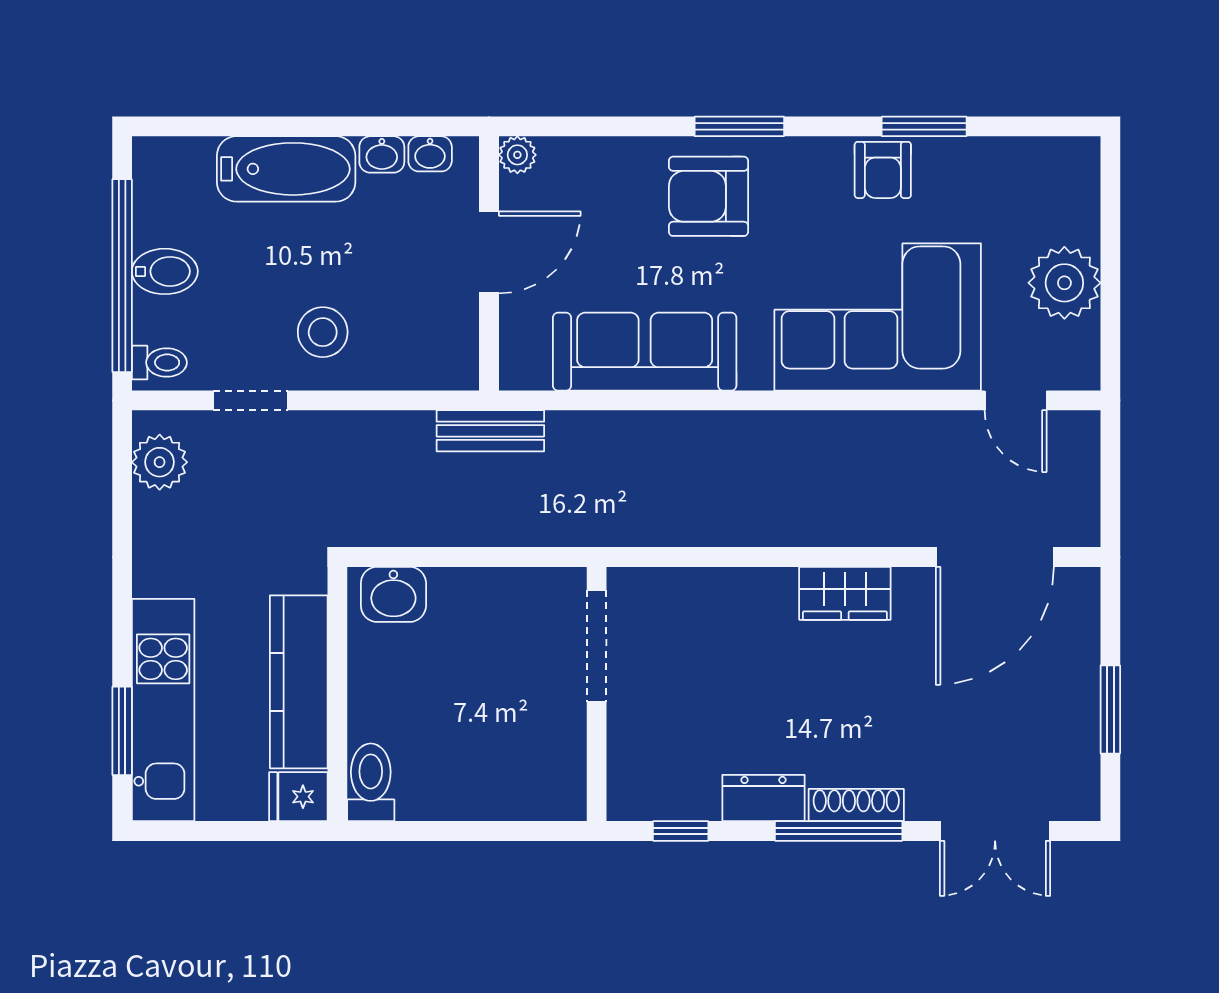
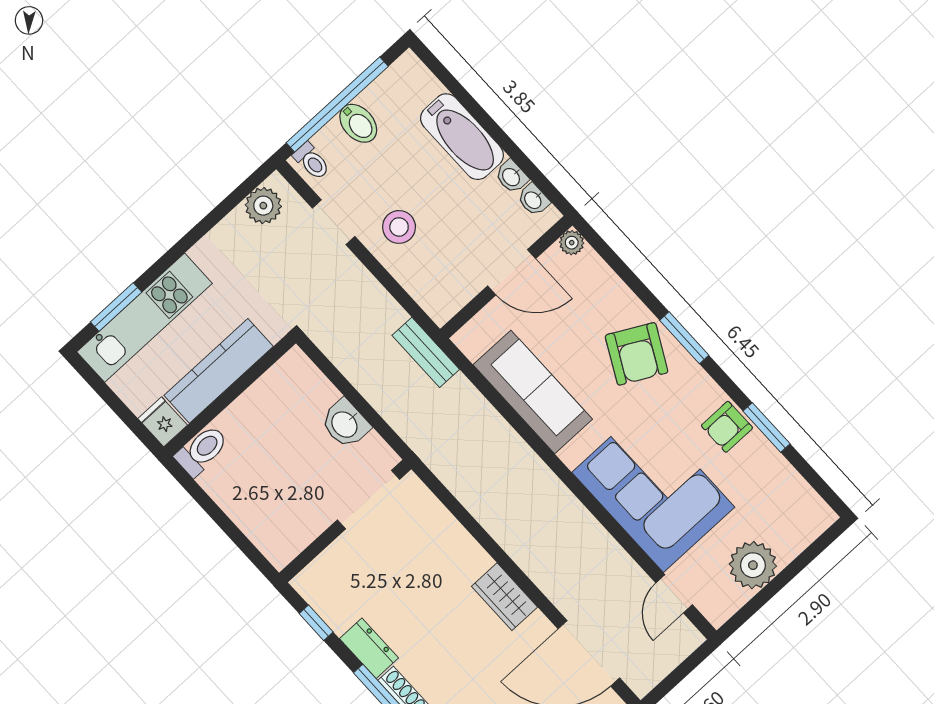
armchair: (708, 196) -> (637, 354), turned -152
washbasin: (393, 594) -> (345, 424), moved

